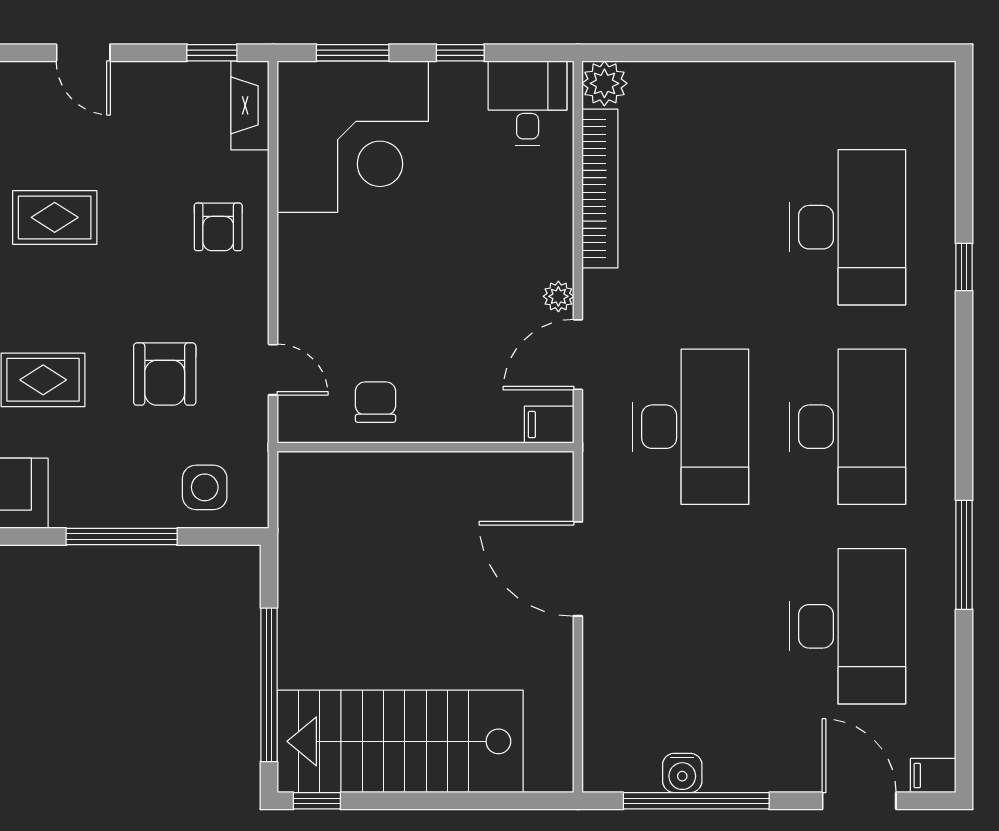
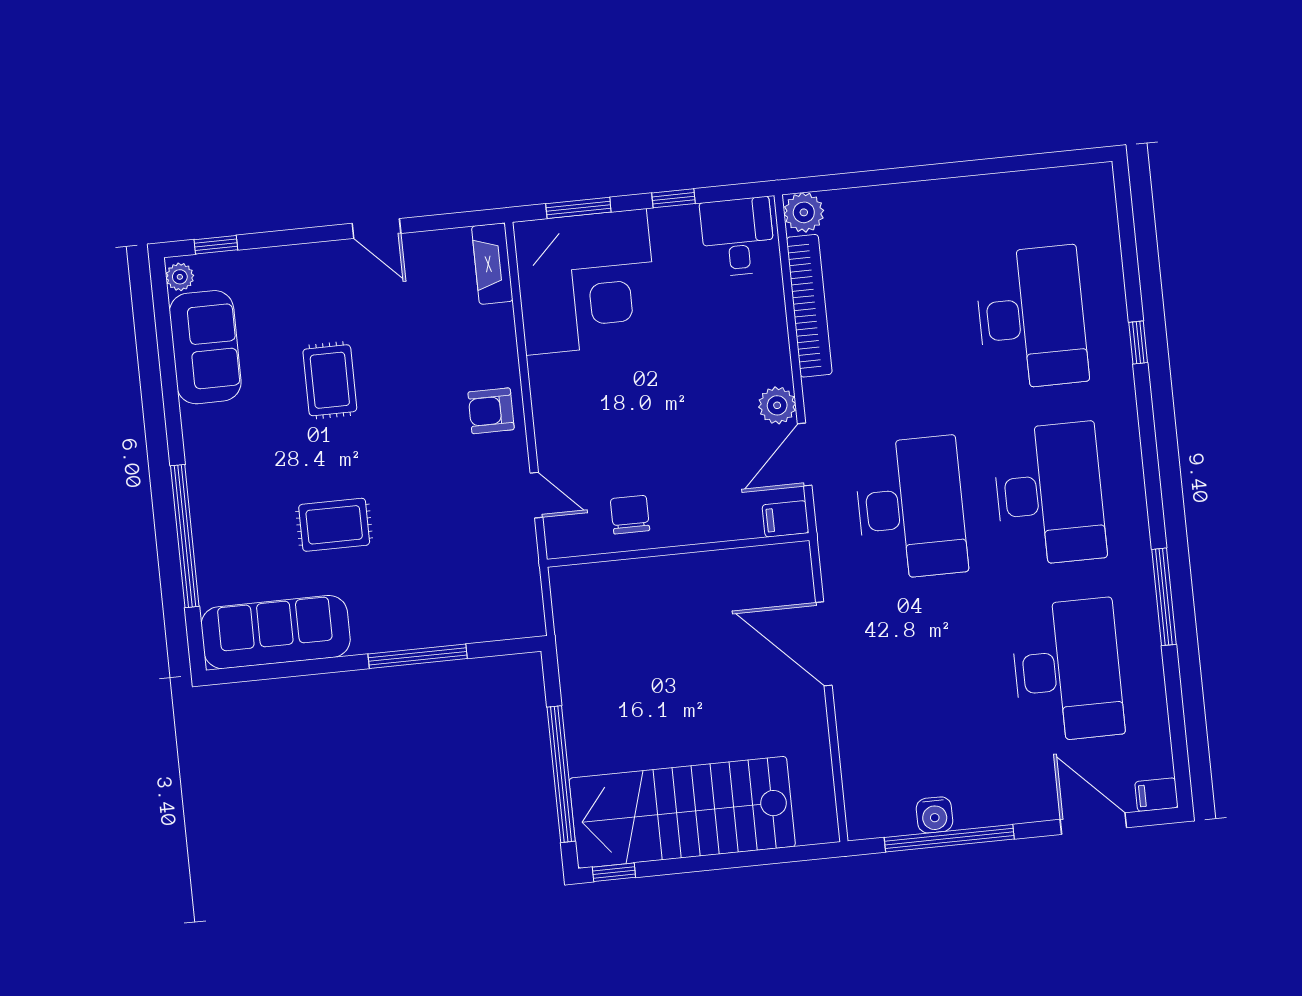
door: (83, 53) -> (376, 228), moved
window: (212, 53) -> (454, 221), removed
rug: (55, 217) -> (330, 380), turned 90
armchair: (218, 227) -> (491, 411), moved, turned 90
plant: (558, 296) -> (777, 405), width x1.38, depth x1.38
armchair: (165, 374) -> (441, 509), removed
side table: (205, 487) -> (487, 605), removed

